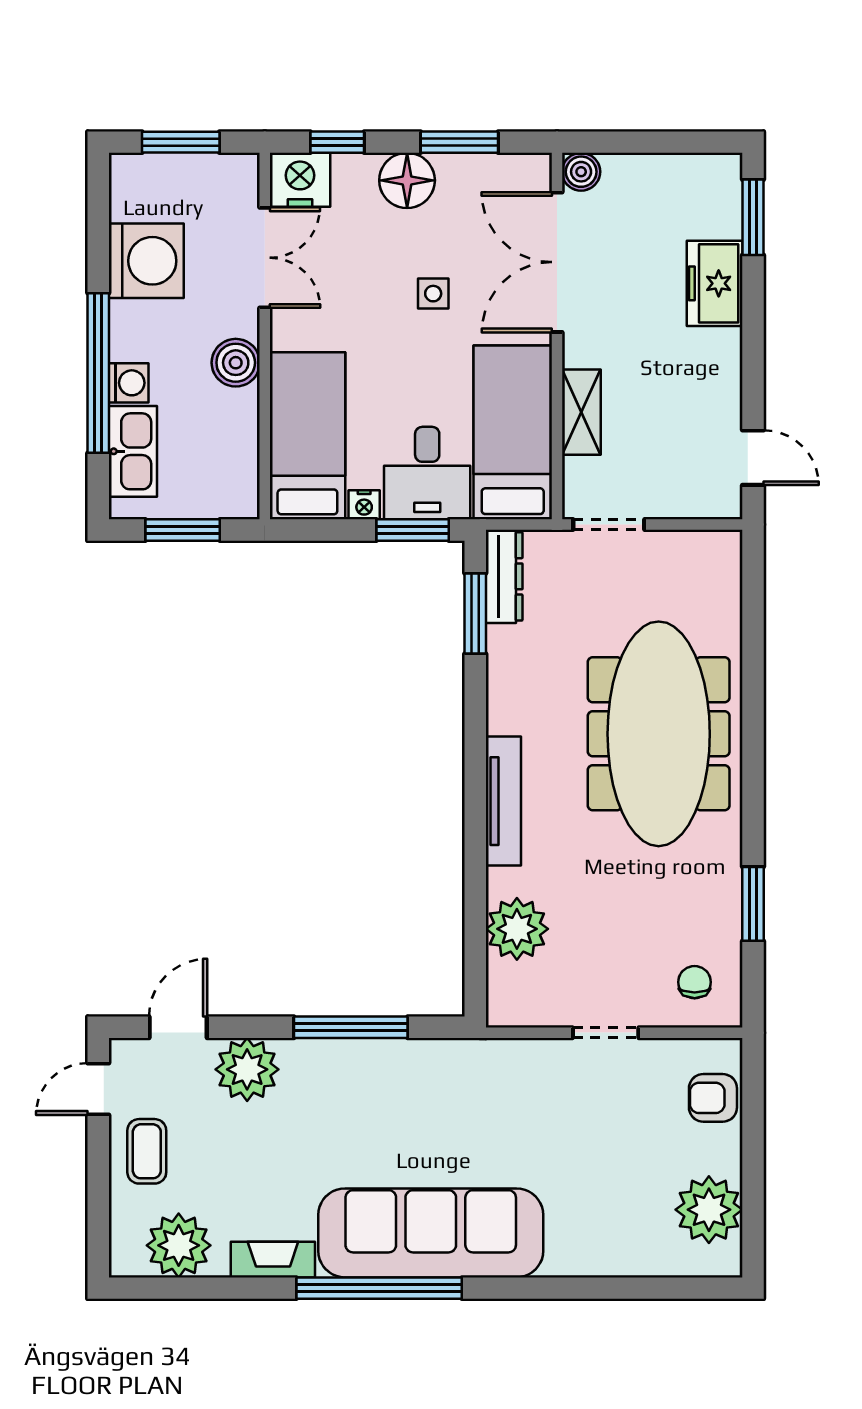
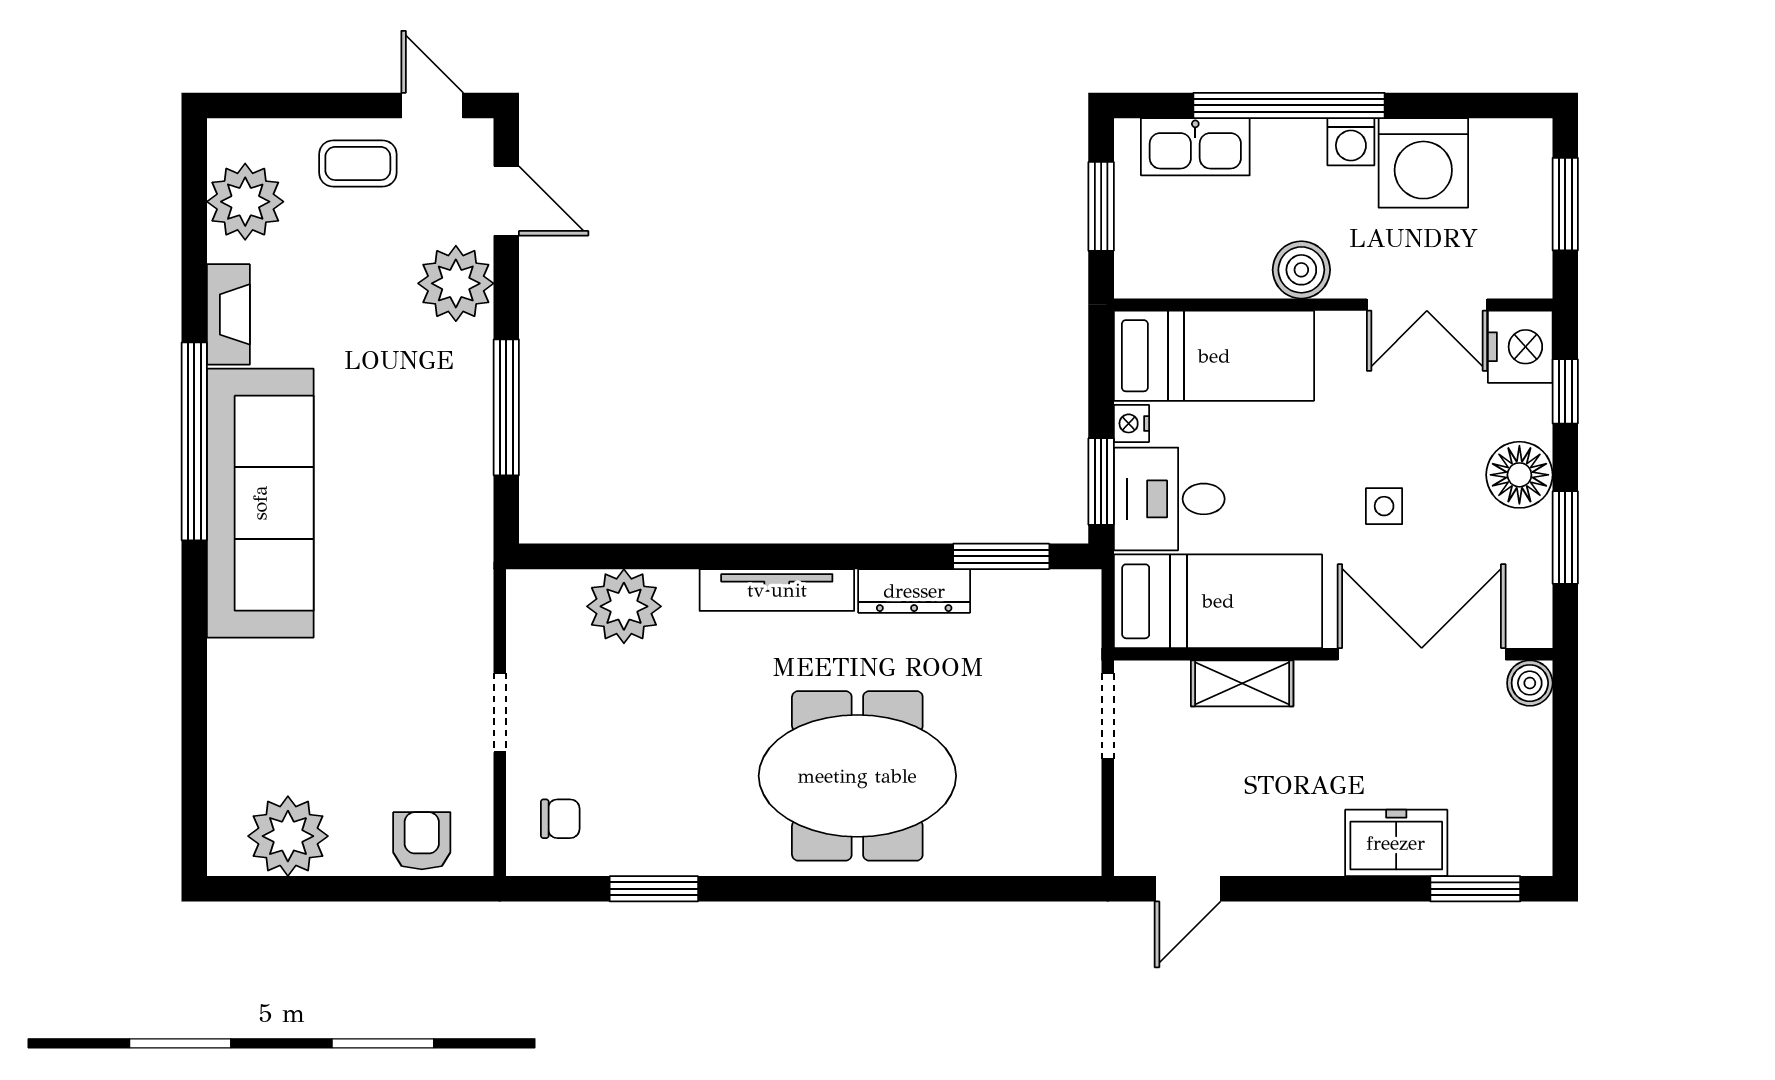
washing machine: (129, 383) -> (1351, 142), moved
dresser: (504, 576) -> (914, 591), moved
meeting table: (659, 734) -> (857, 776), width x0.73

